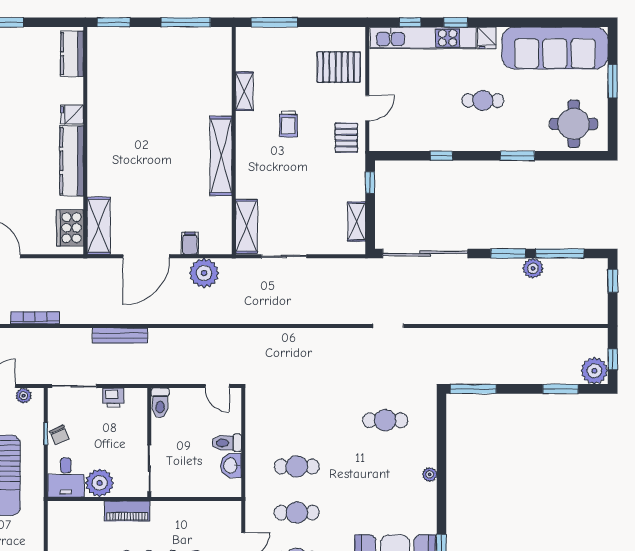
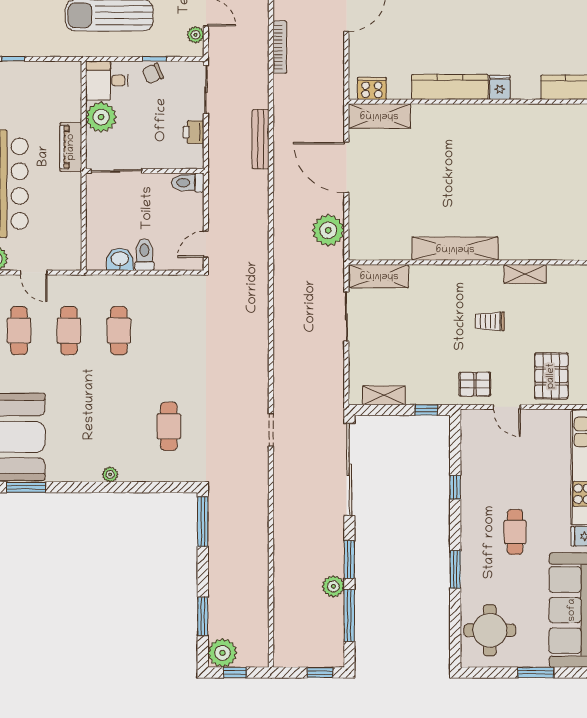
cooker: (70, 228) -> (372, 88), width x0.73, depth x0.76
filing cabinet: (190, 243) -> (360, 215), removed

